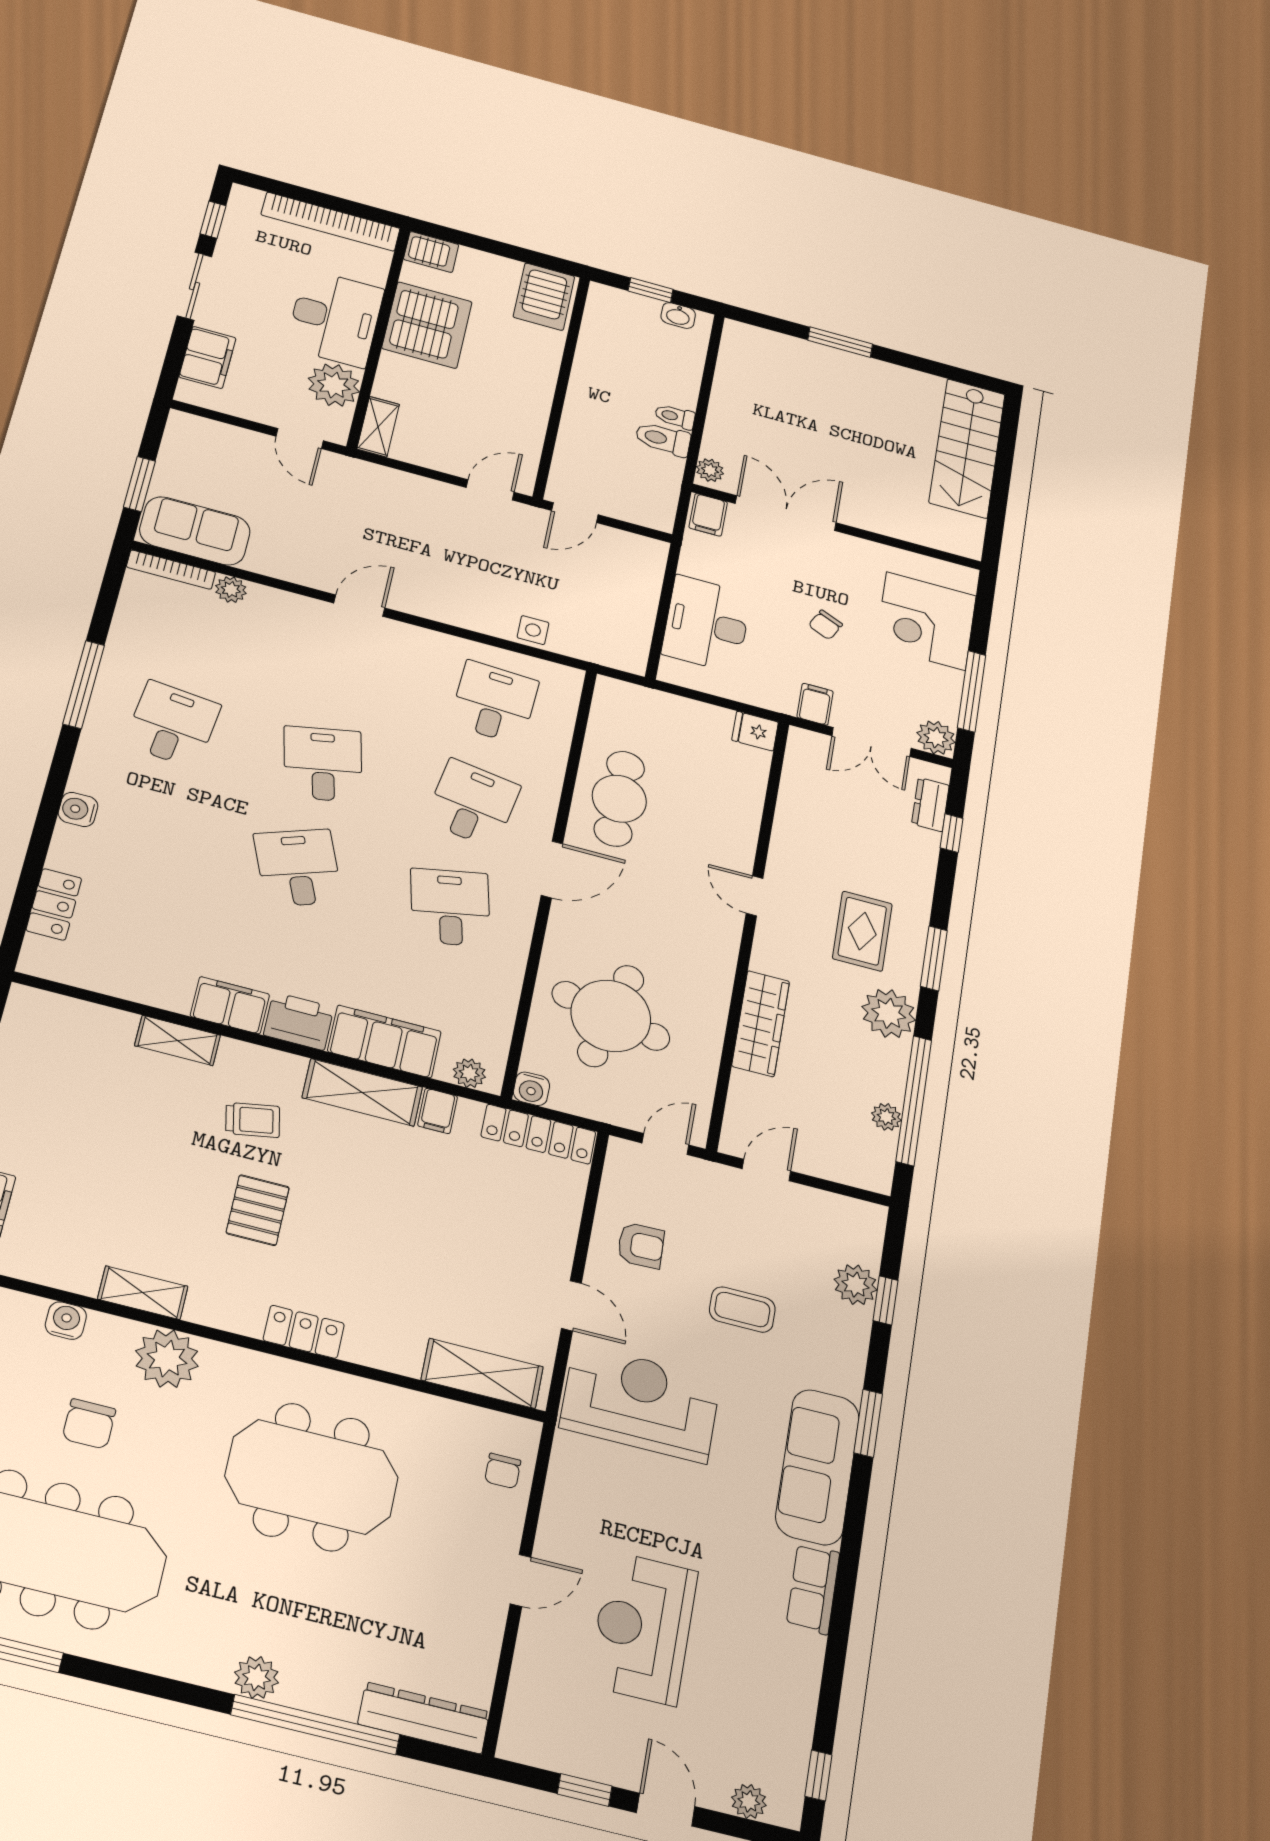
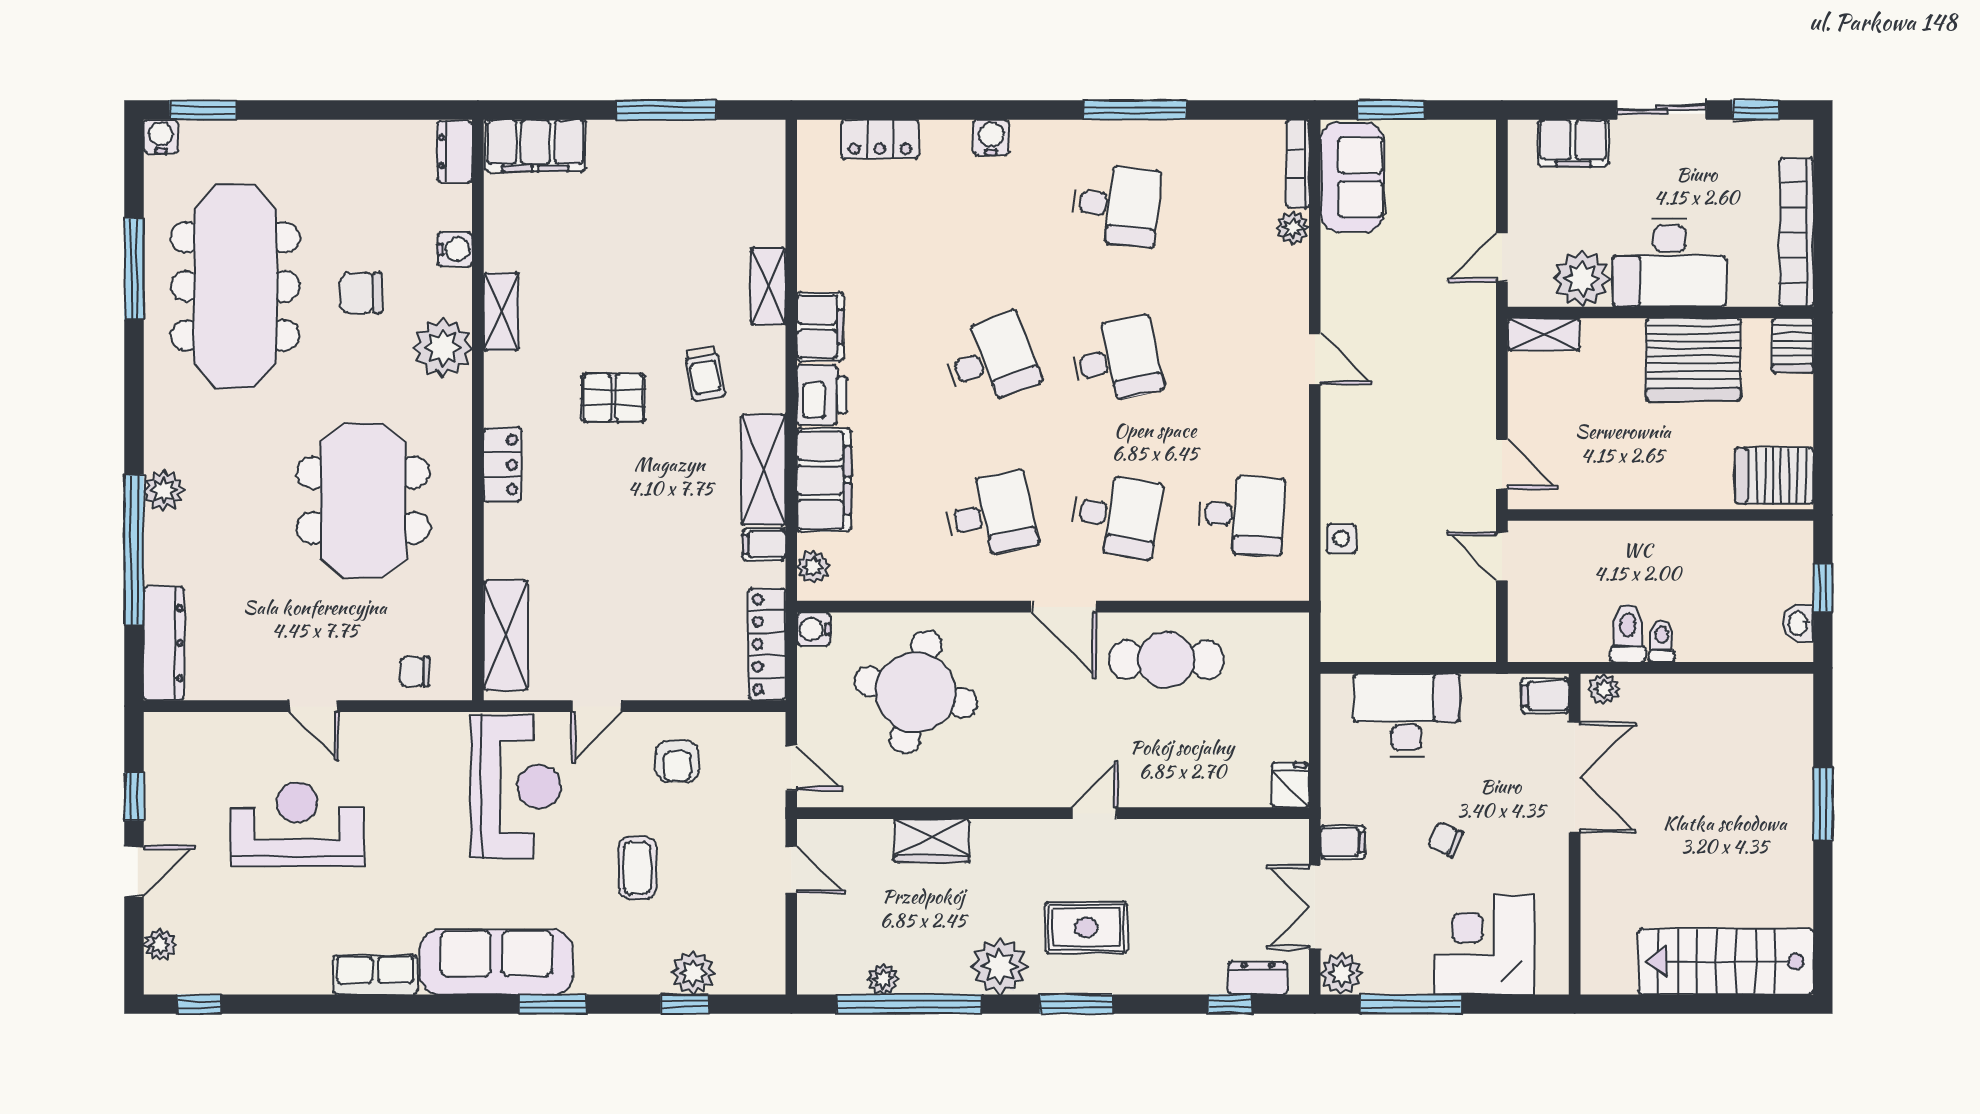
wardrobe: (761, 1024) -> (932, 840), width x0.67

